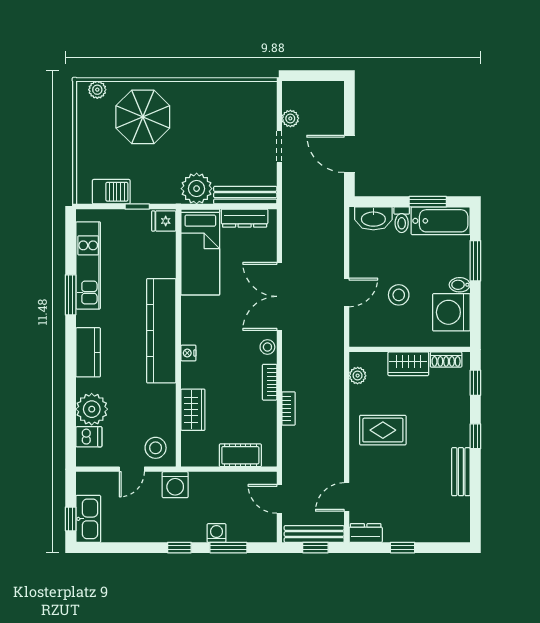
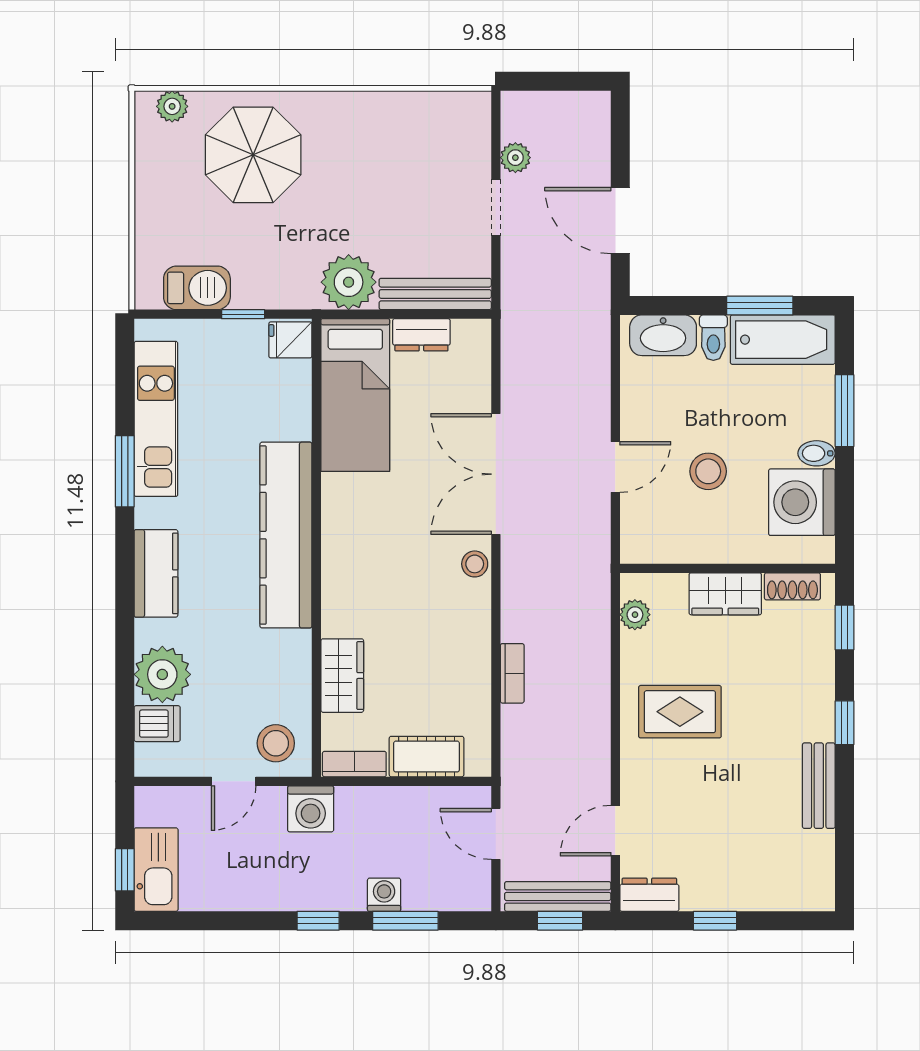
dresser: (245, 218) -> (421, 335), width x0.70
nightstand: (188, 353) -> (334, 575), removed
bookcase: (270, 382) -> (354, 764), moved, turned 90

